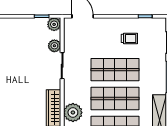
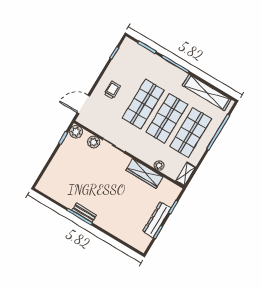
trolley: (129, 38) -> (112, 90), moved
plant: (73, 112) -> (159, 166), width x0.53, depth x0.53

